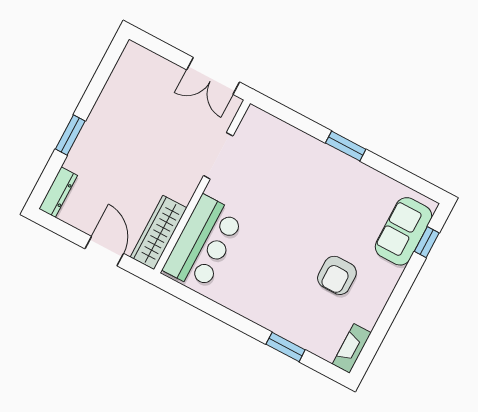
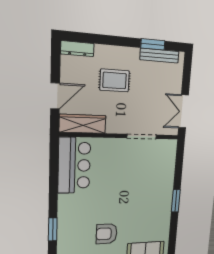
bench: (117, 80) -> (160, 56), added
window: (70, 135) -> (153, 44), moved
rug: (121, 160) -> (115, 80), added
bar counter: (203, 243) -> (74, 165), moved, turned -90

